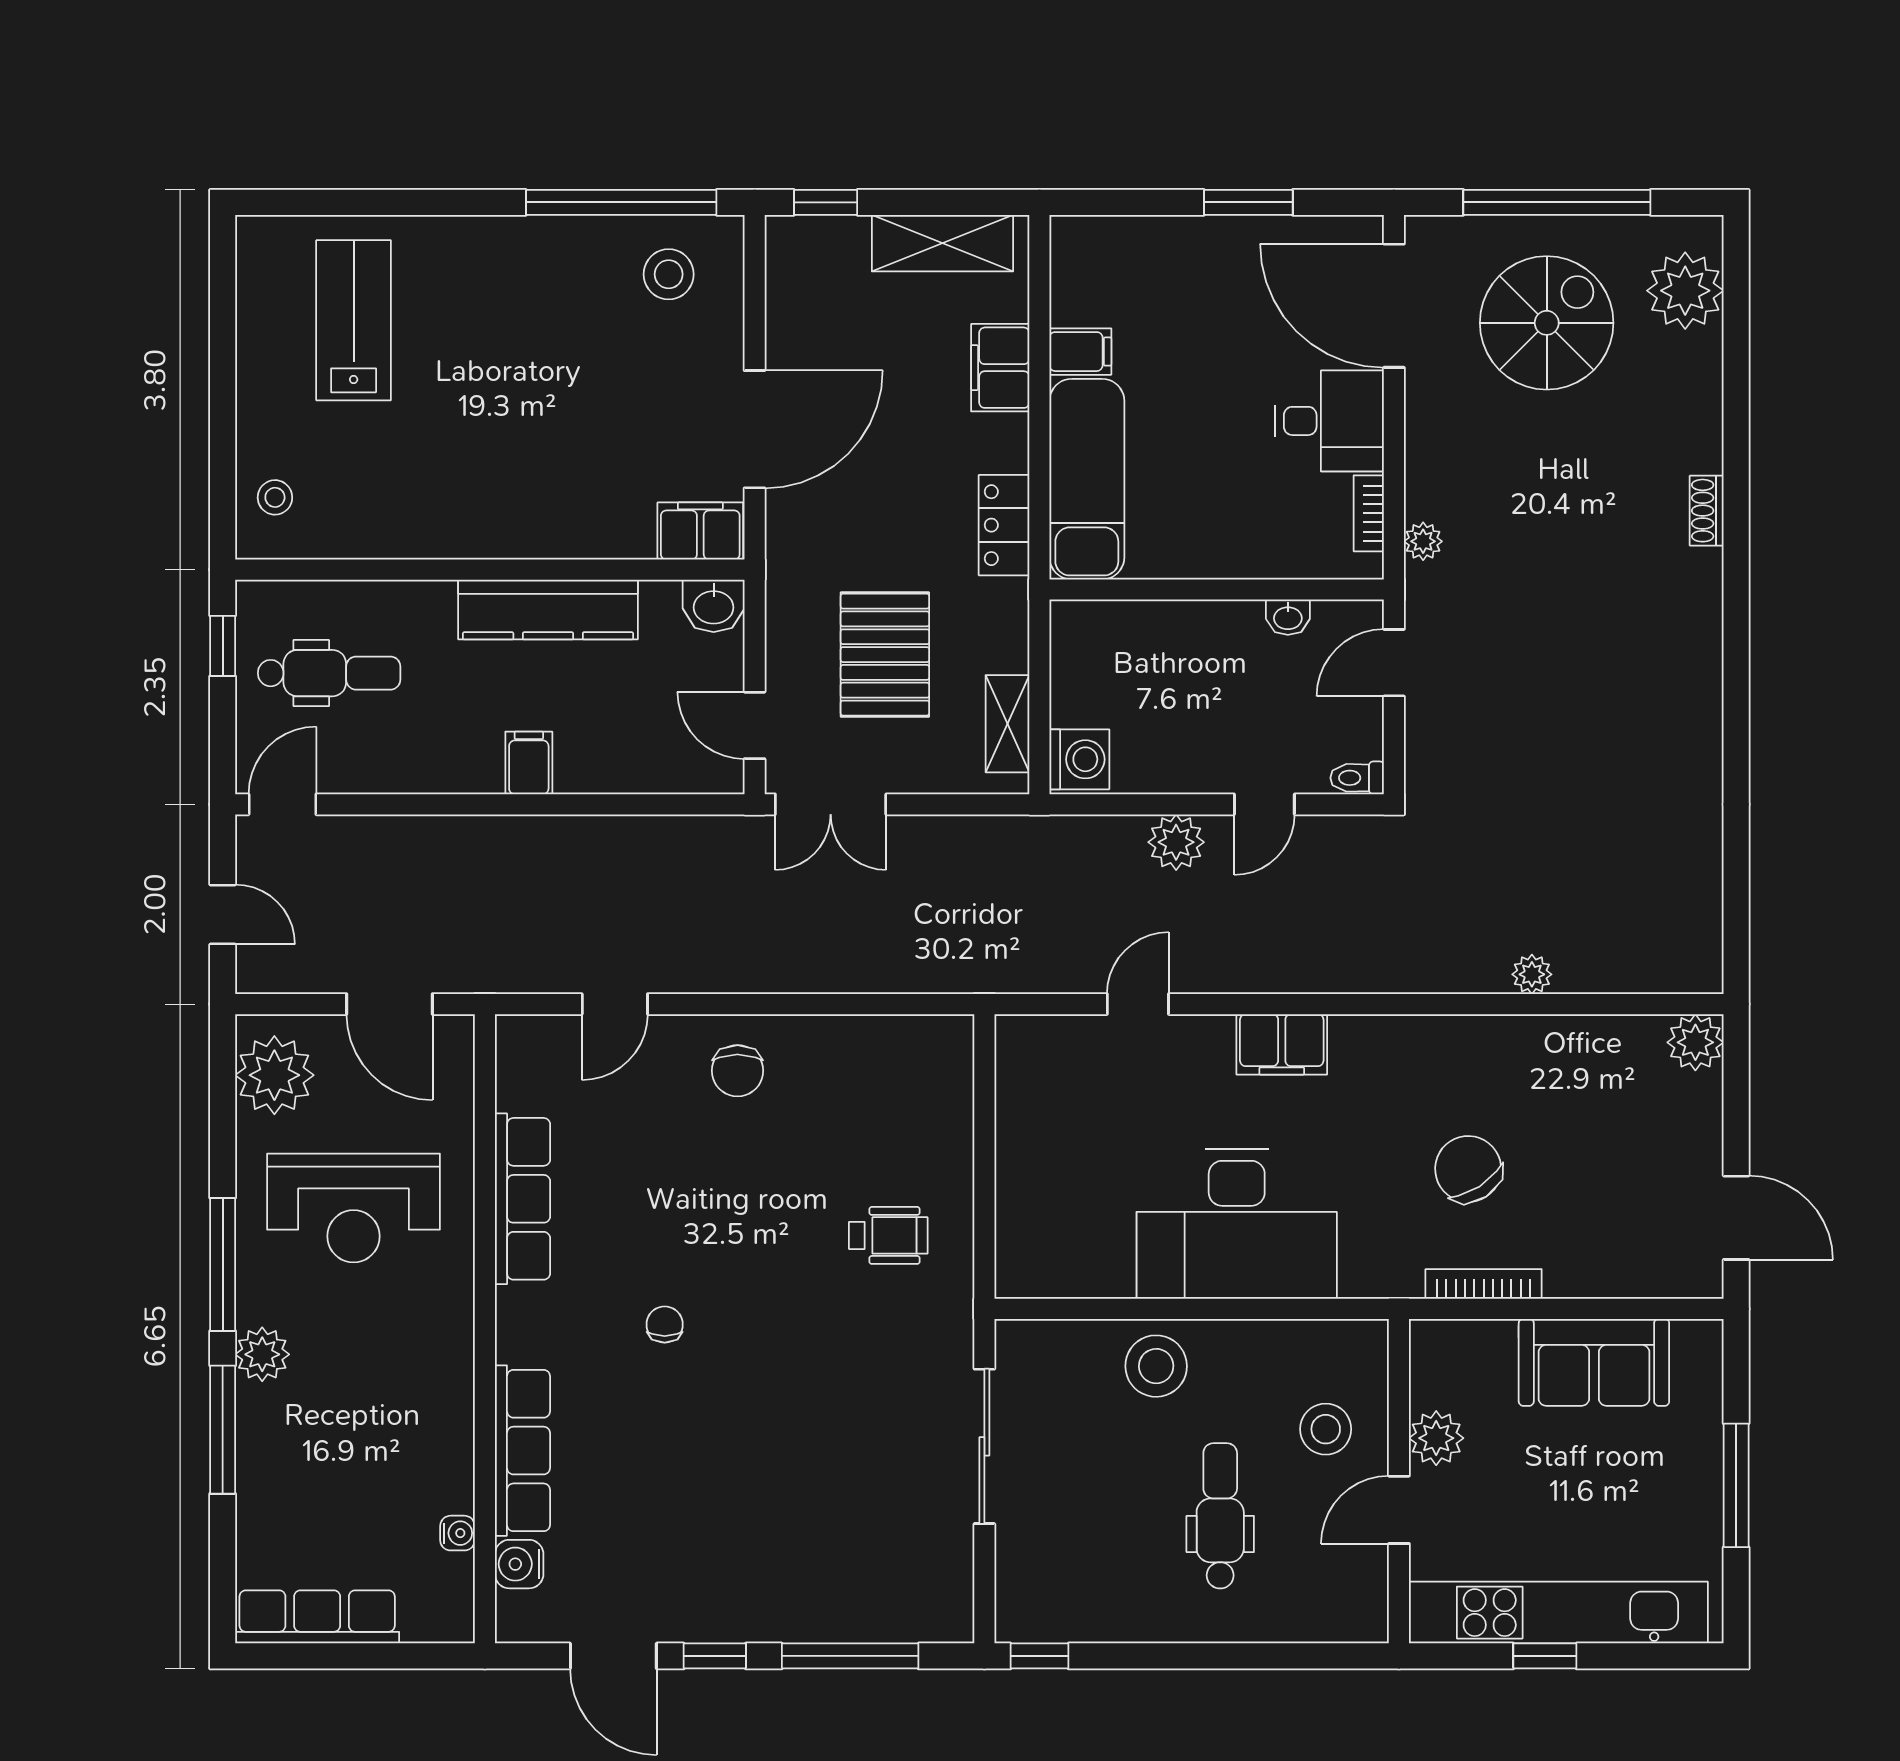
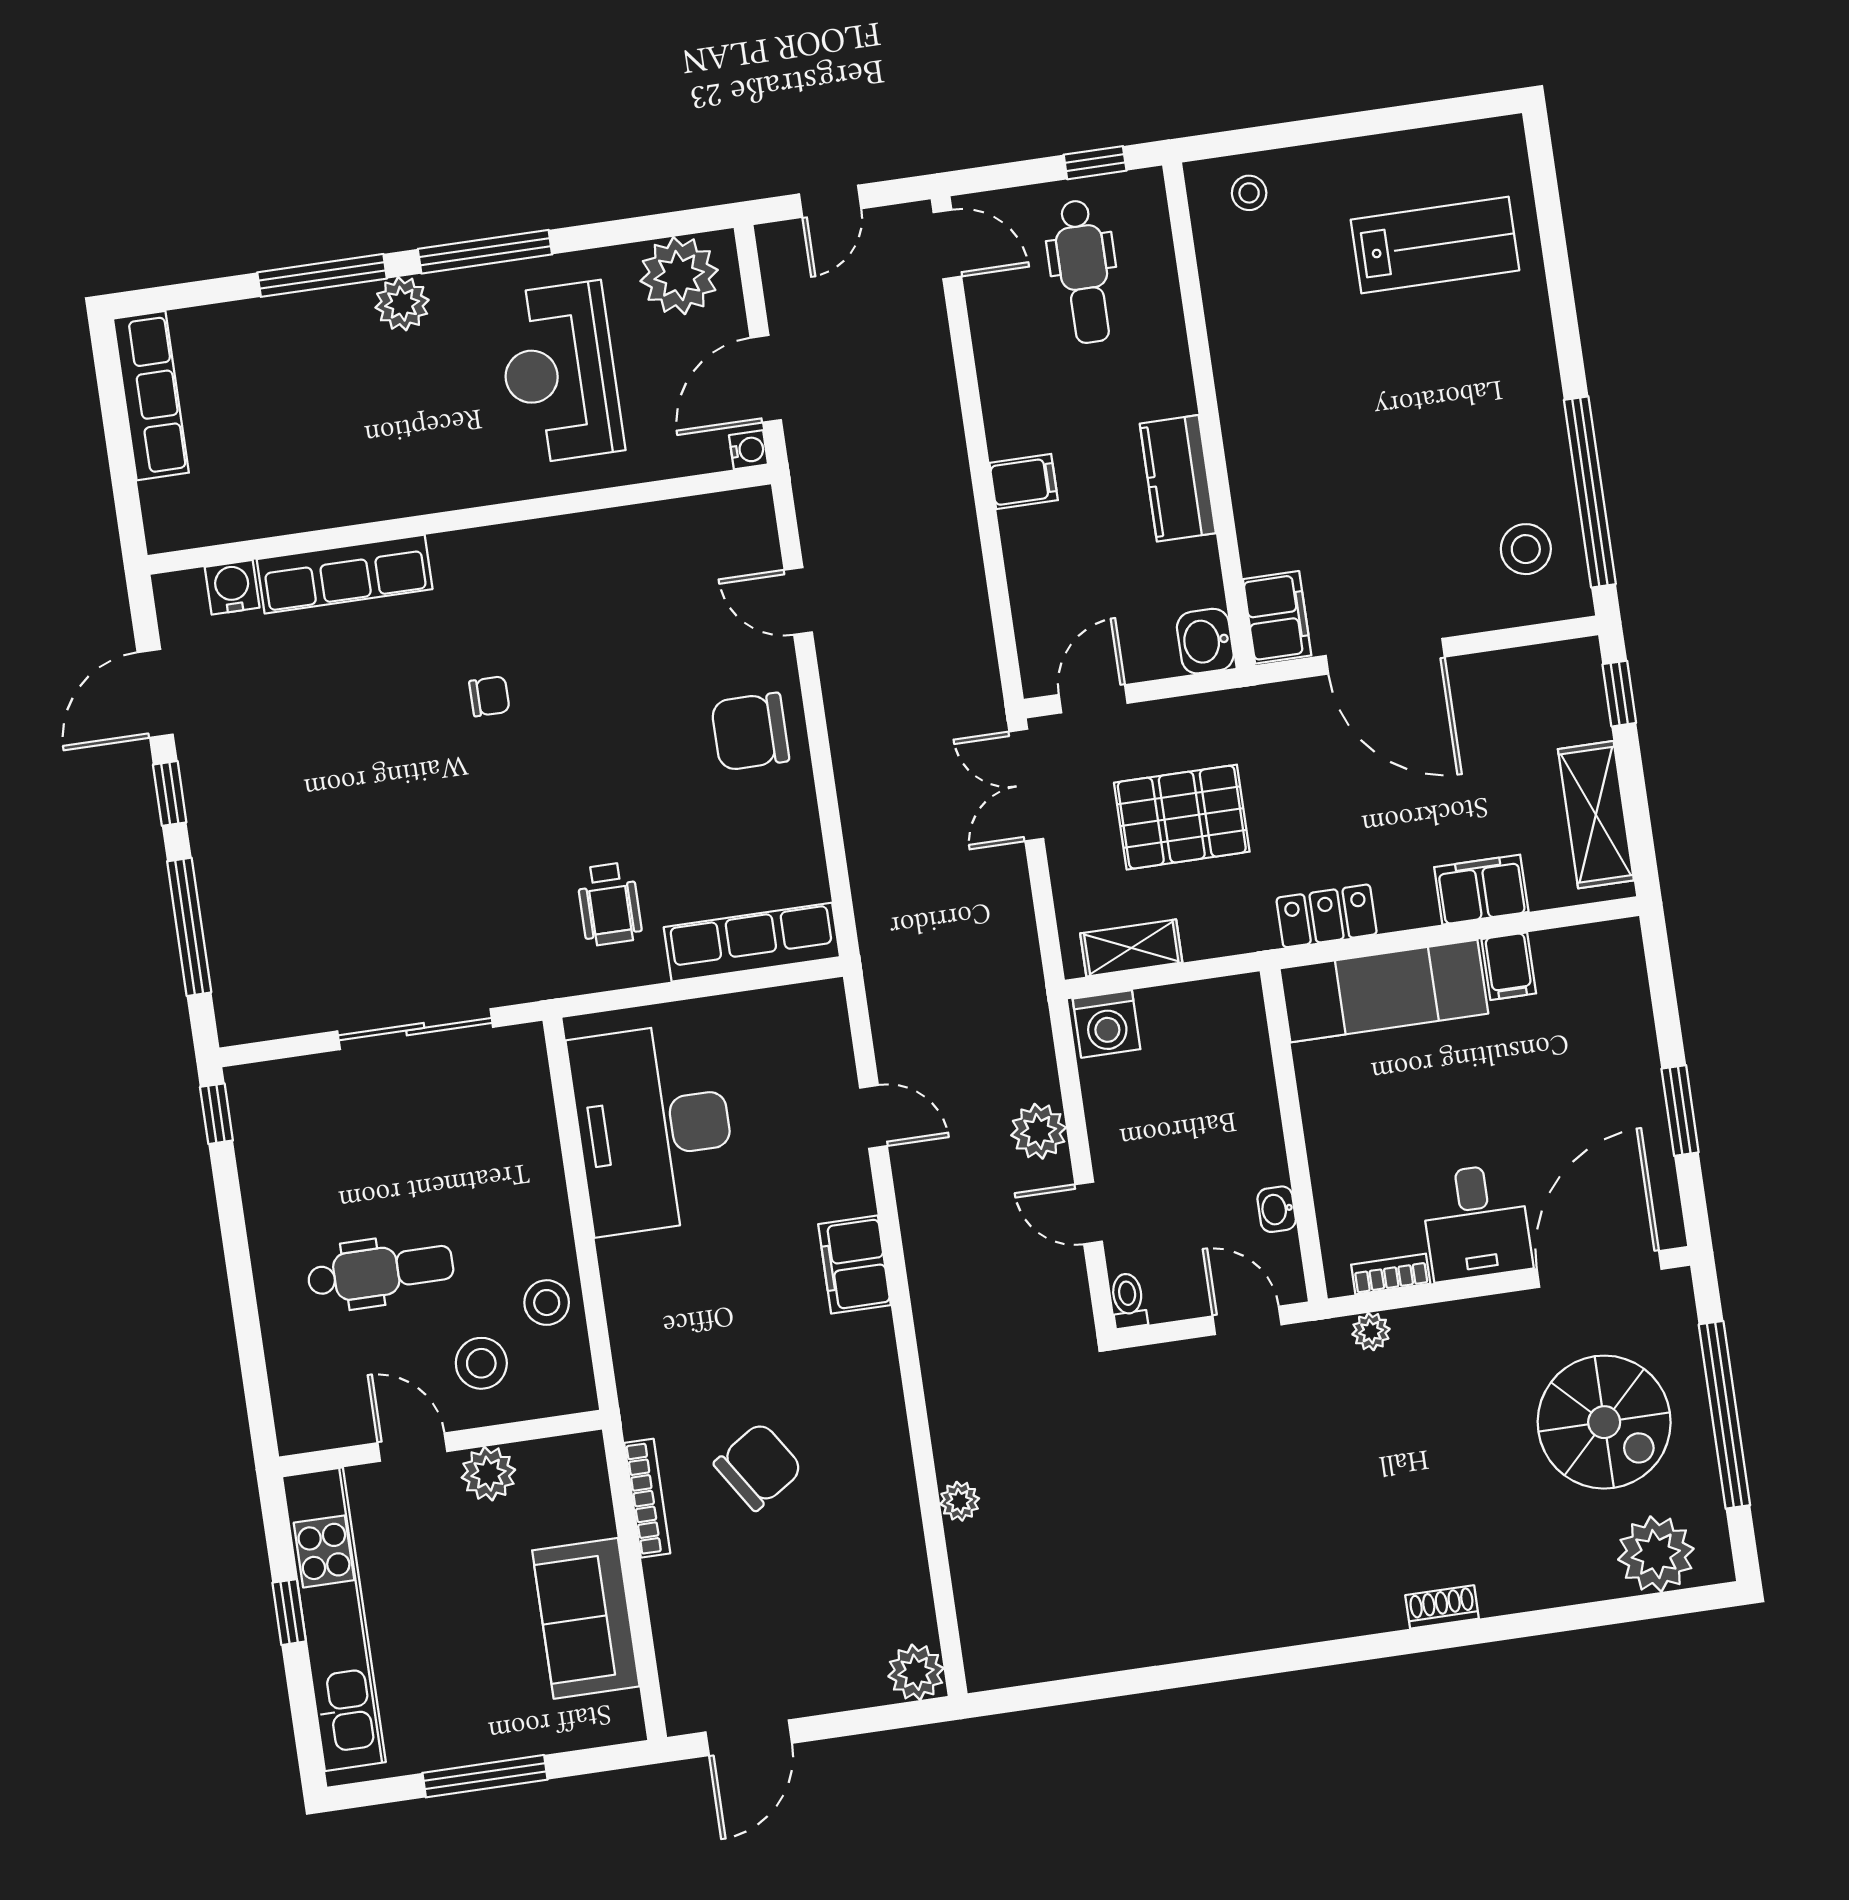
kitchen counter: (548, 609) -> (1178, 478), width x0.67
chair: (737, 1071) -> (750, 732), width x1.37, depth x1.37
row of seats: (522, 1199) -> (752, 942), moved, turned 180
desk: (1237, 1224) -> (654, 1128), moved
stool: (1156, 1366) -> (547, 1303), moved, width x0.73, depth x0.73
water cooler: (458, 1533) -> (749, 450), moved, turned -90

